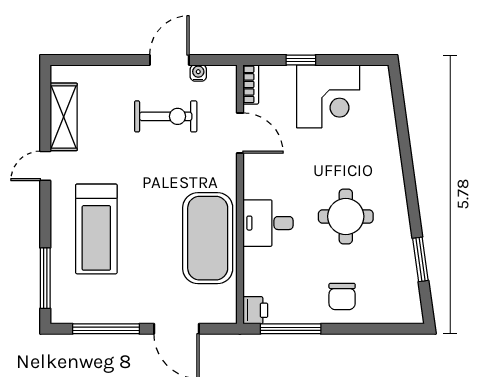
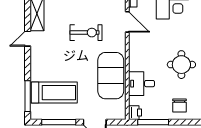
exercise bike: (166, 116) -> (86, 33), moved
desk: (268, 223) -> (142, 84), moved
treadmill: (96, 229) -> (54, 93), moved, turned -90

